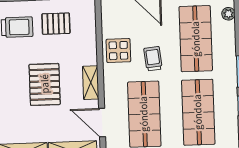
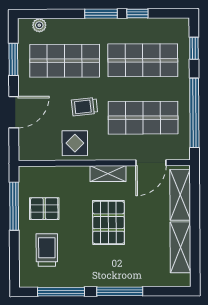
pallet: (56, 24) -> (44, 209), turned 90
pallet: (45, 84) -> (108, 223), turned 90

